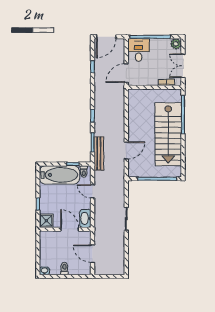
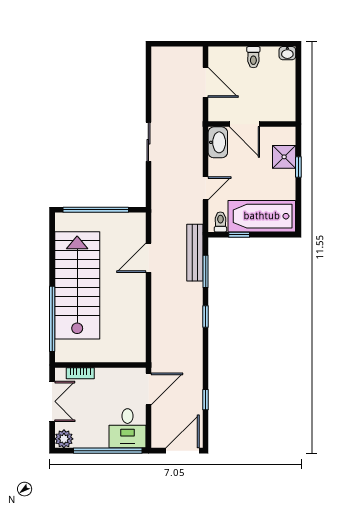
door: (93, 191) -> (206, 188), hinge flipped
shower: (46, 221) -> (284, 157), moved

